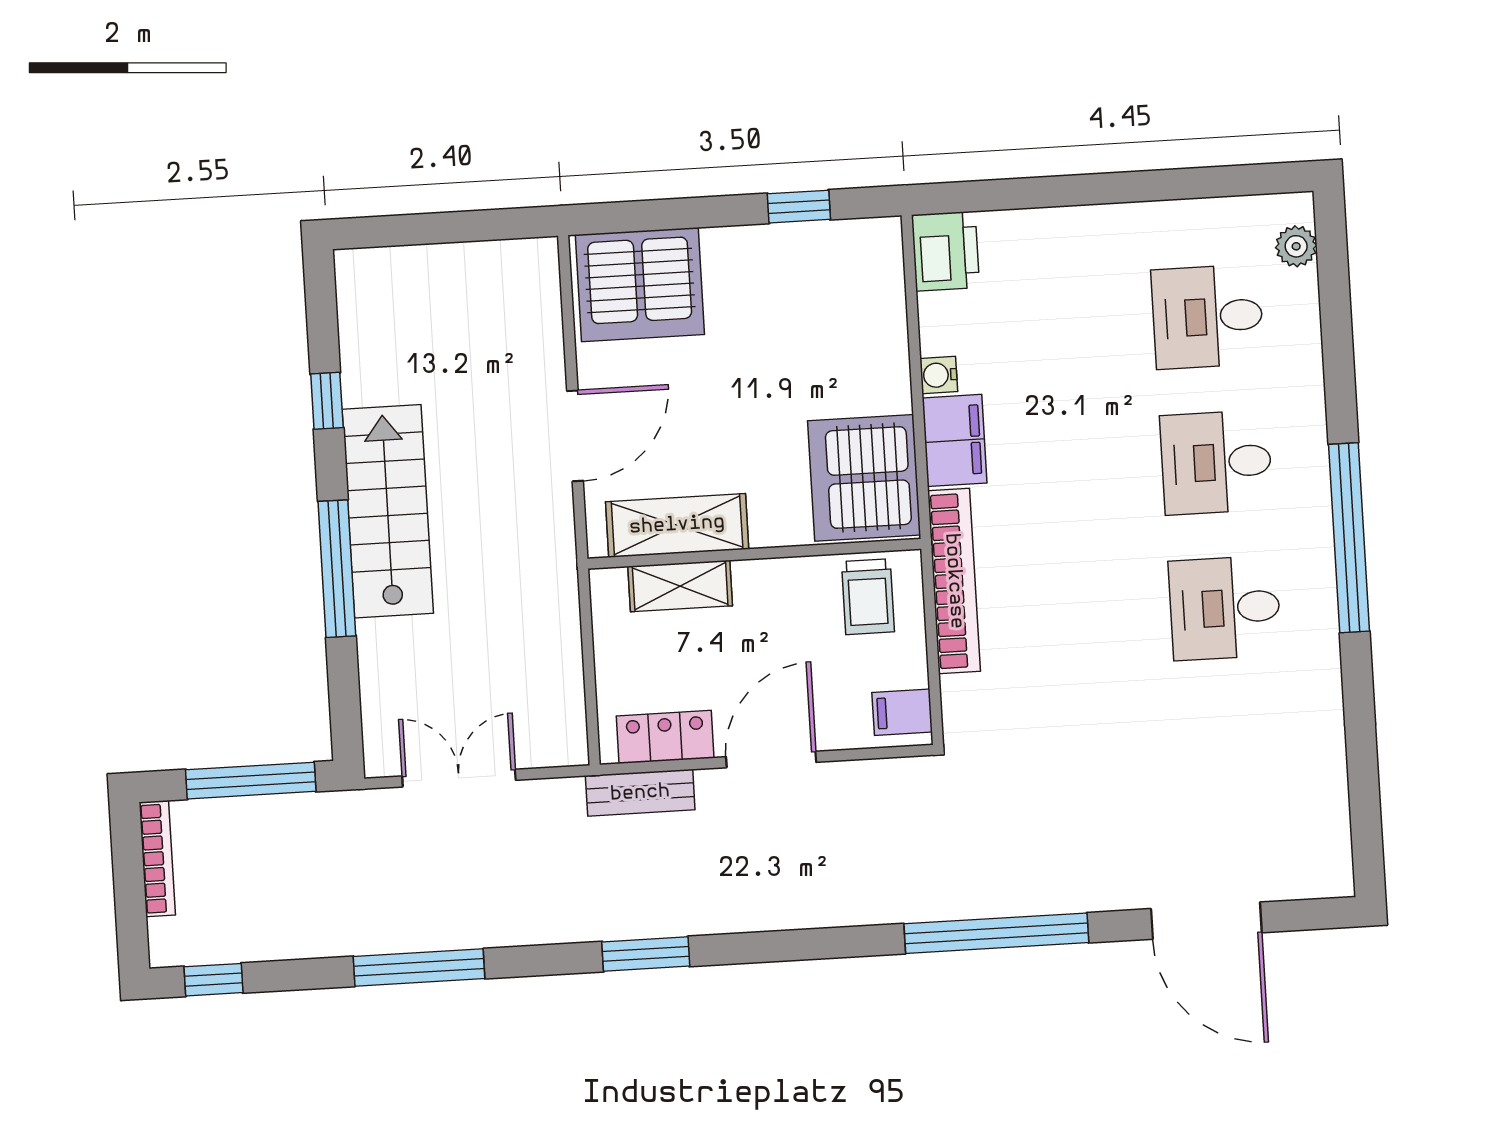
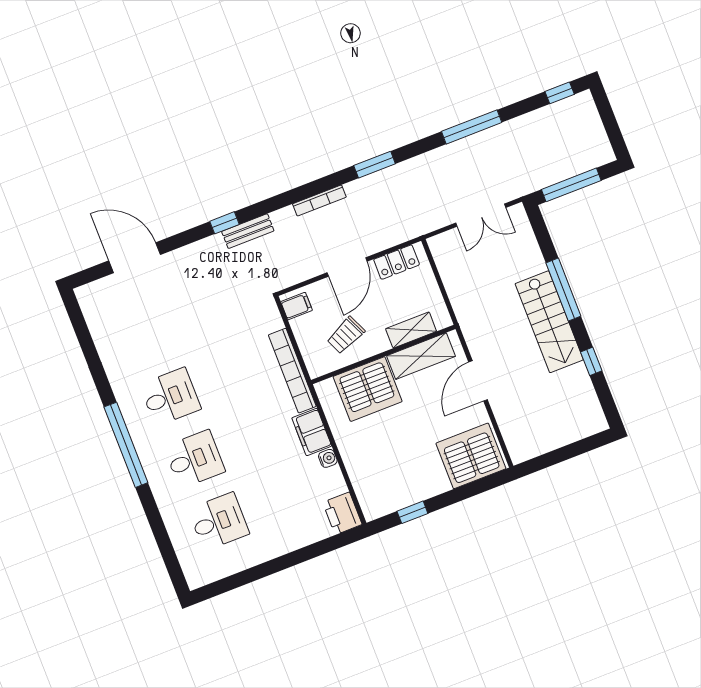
plant: (1296, 246) -> (190, 565), removed
server rack: (864, 478) -> (368, 389), moved, turned 90
trolley: (868, 597) -> (346, 335), moved, turned -114
bench: (640, 793) -> (248, 231), moved
bookcase: (157, 859) -> (319, 200), moved, turned -90
window: (996, 933) -> (224, 223), width x0.32

